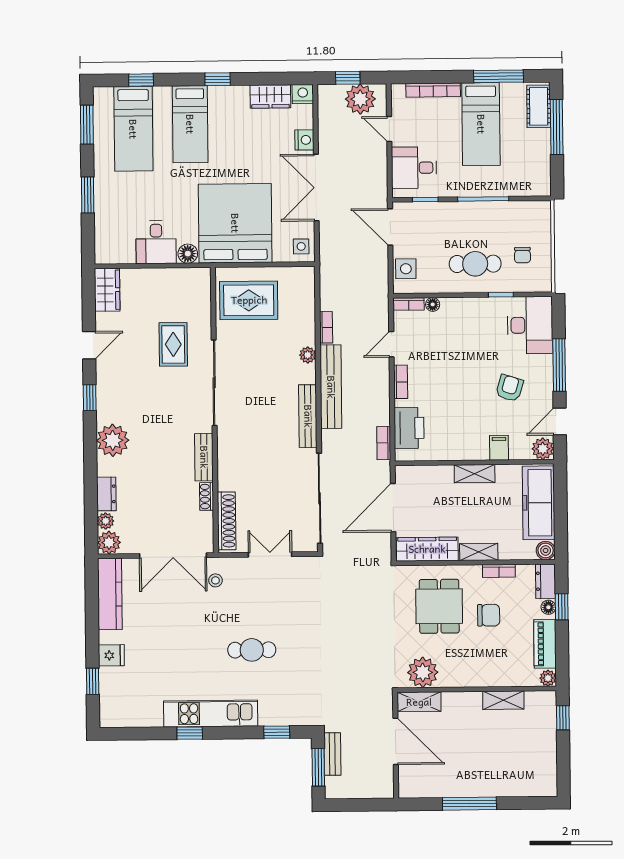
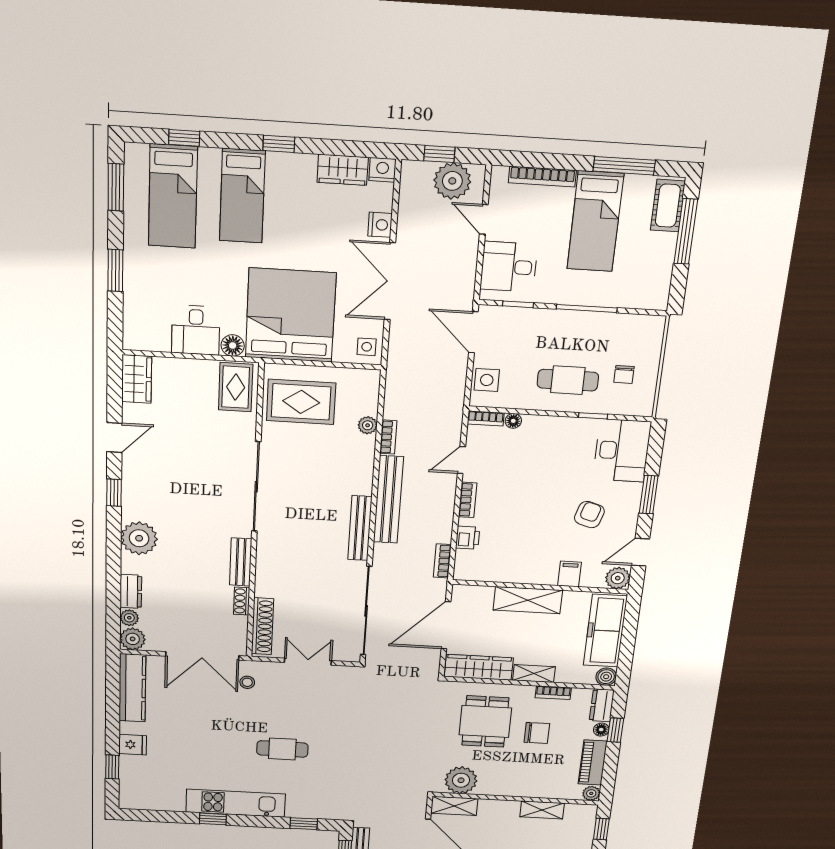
rug: (173, 344) -> (236, 387), moved
plant: (308, 355) -> (368, 425), moved
window: (559, 365) -> (649, 495), width x0.69
printer: (409, 428) -> (468, 538), width x0.53, depth x0.68
shelving: (475, 474) -> (528, 600), width x1.50, depth x1.33

